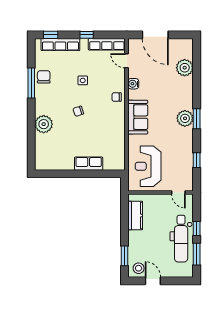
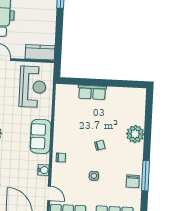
kitchen counter: (135, 216) -> (40, 52), moved, turned 90

